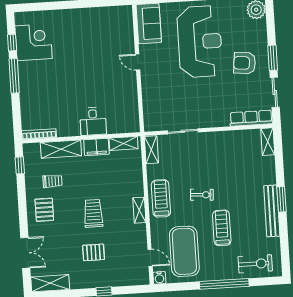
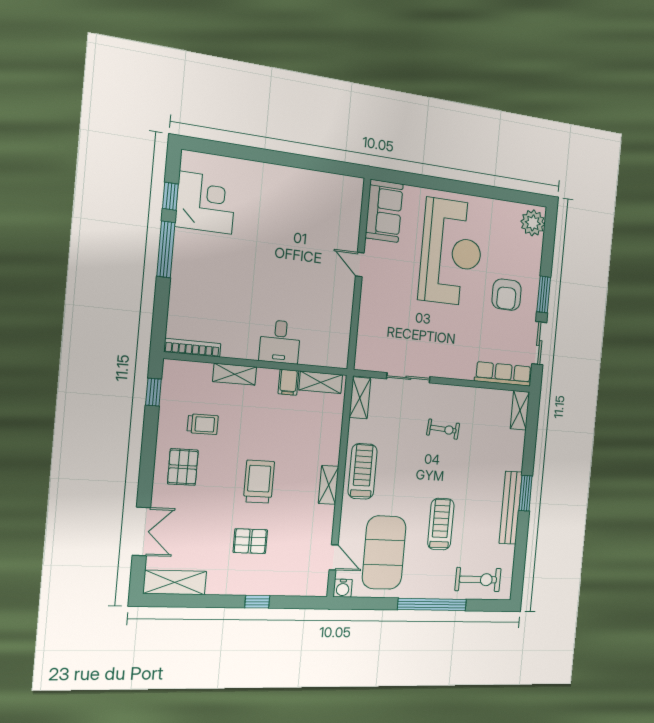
armchair: (245, 63) -> (507, 295), turned -96
filing cabinet: (96, 147) -> (288, 382), width x0.50
shelving: (61, 149) -> (235, 374), width x0.67, depth x0.75
exercise bike: (202, 195) -> (443, 429), moved

